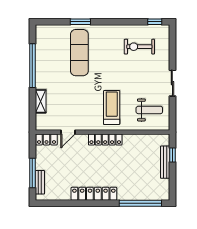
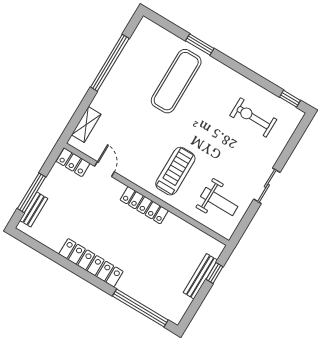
shelving: (41, 101) -> (86, 124), moved
door: (68, 132) -> (104, 169), swing flipped

